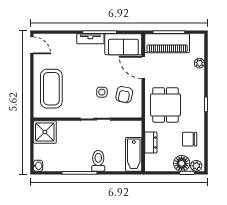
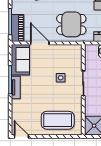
piano: (167, 43) -> (18, 28), width x0.73, depth x0.75
door: (32, 45) -> (21, 137), hinge flipped
door: (143, 67) -> (40, 43), swing flipped
armchair: (124, 95) -> (63, 59), removed

